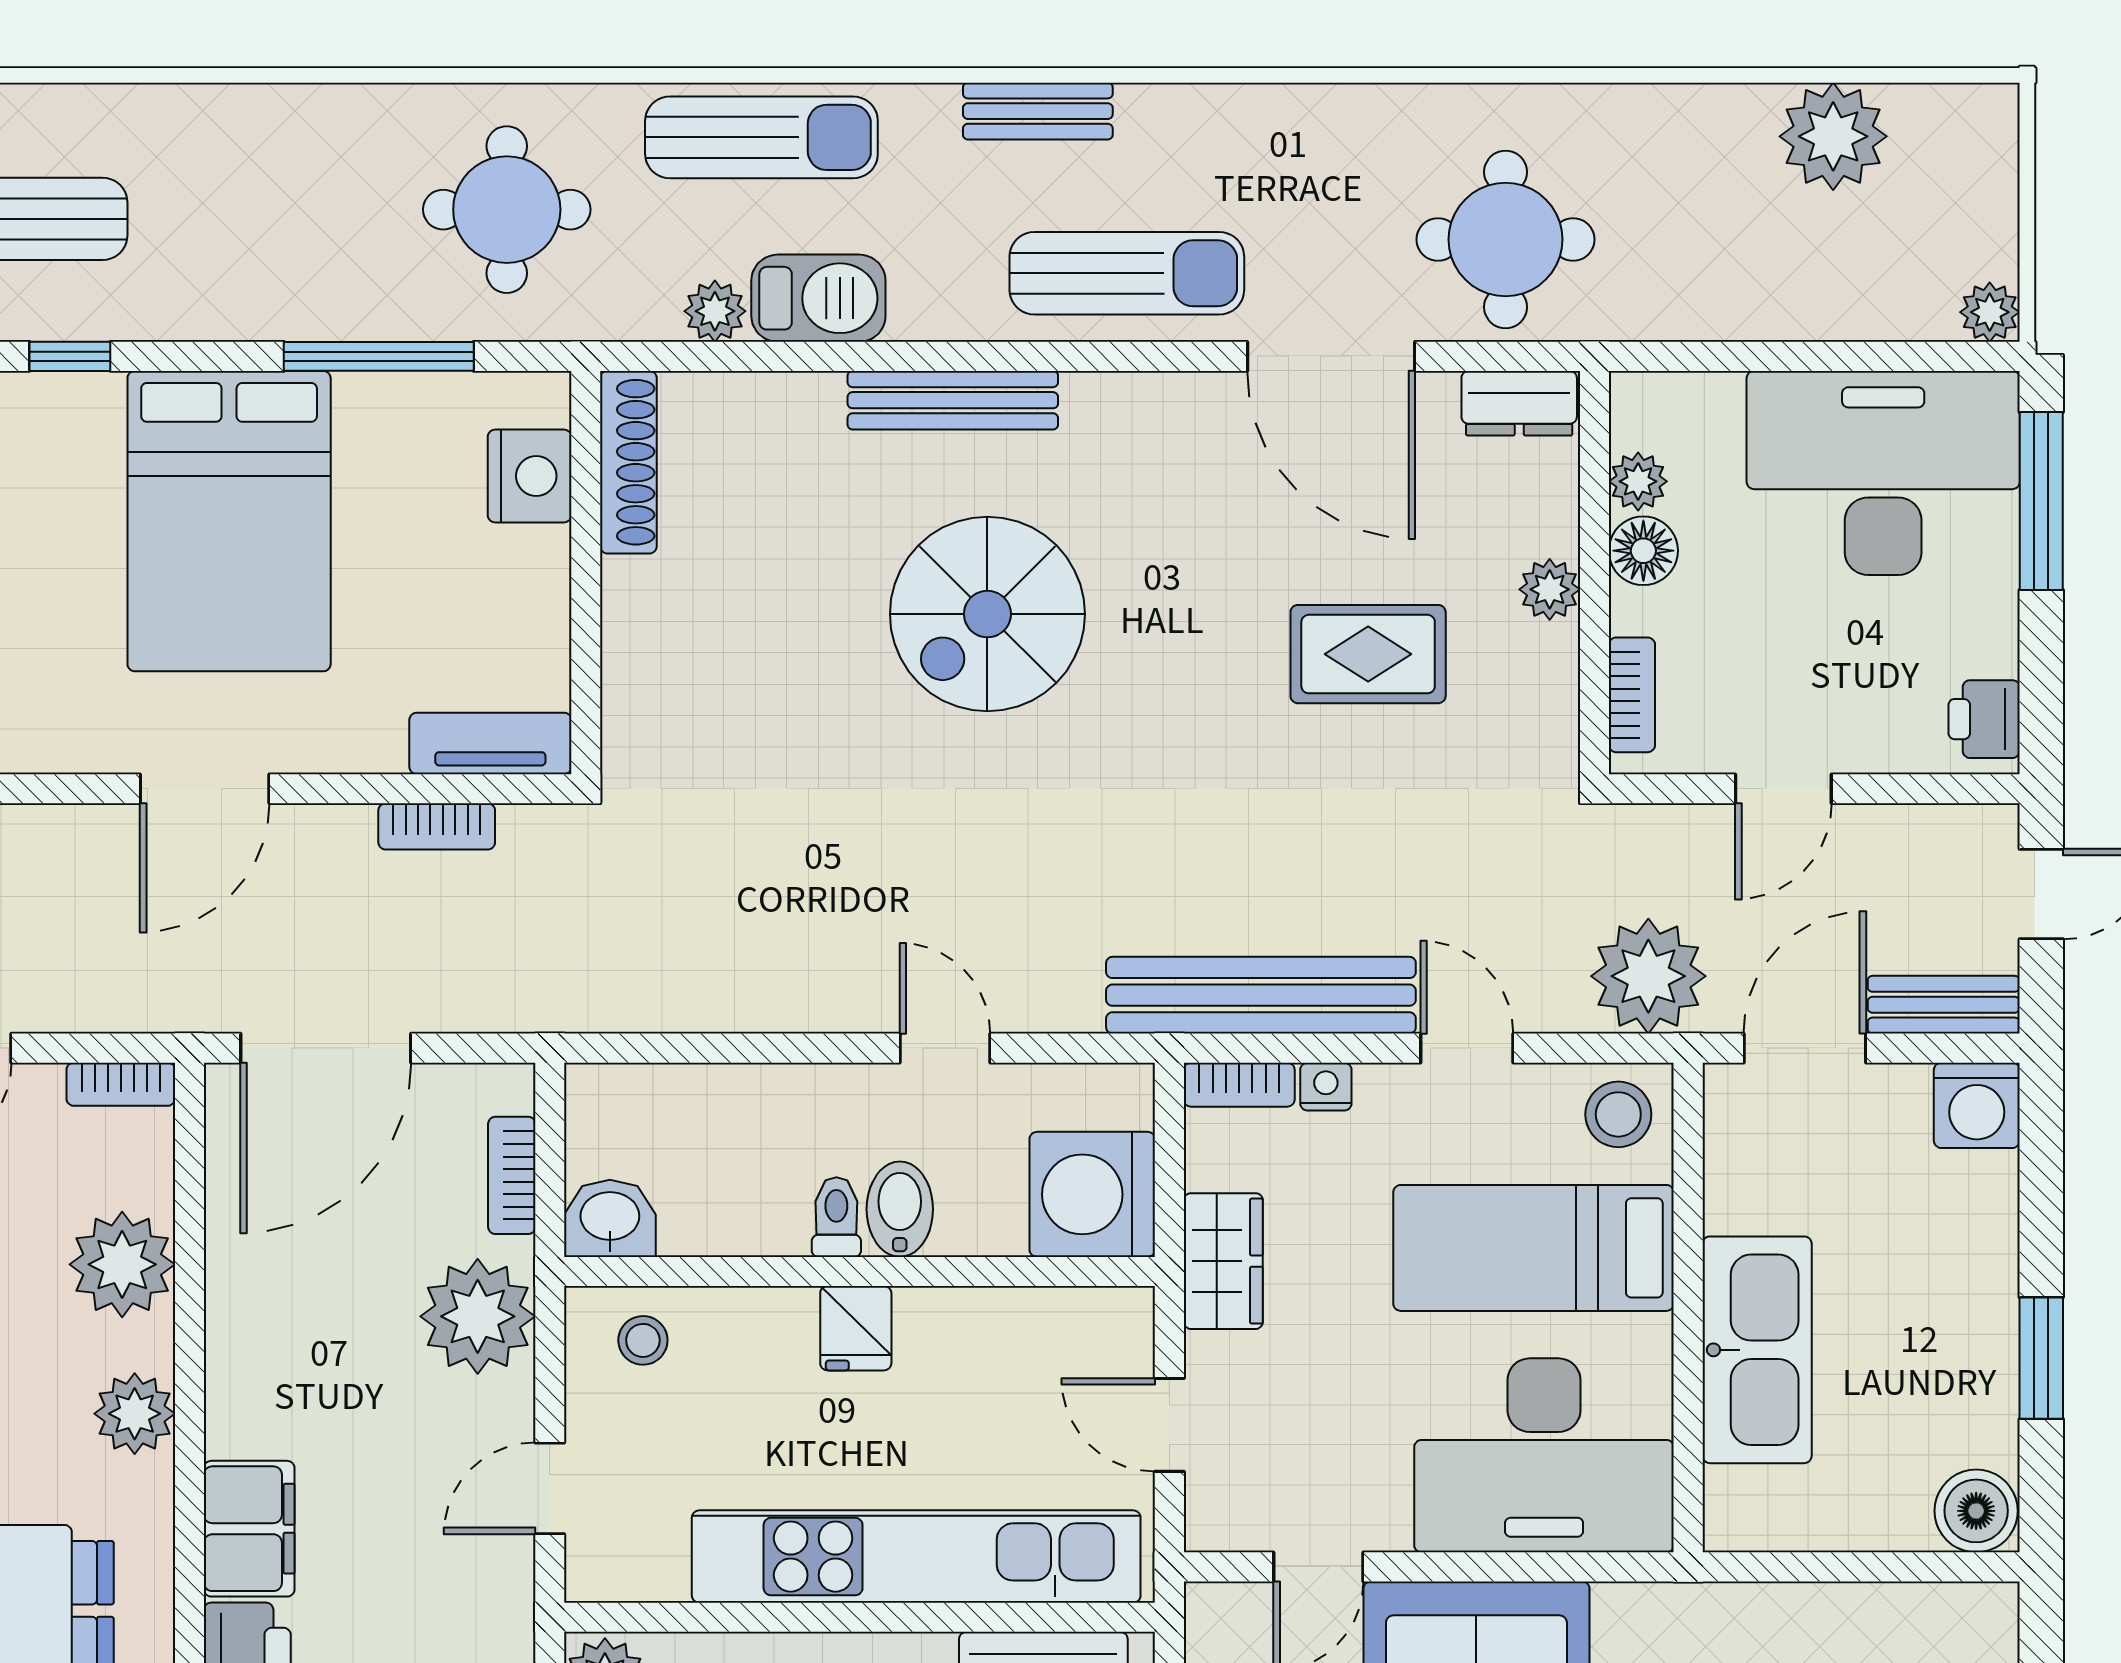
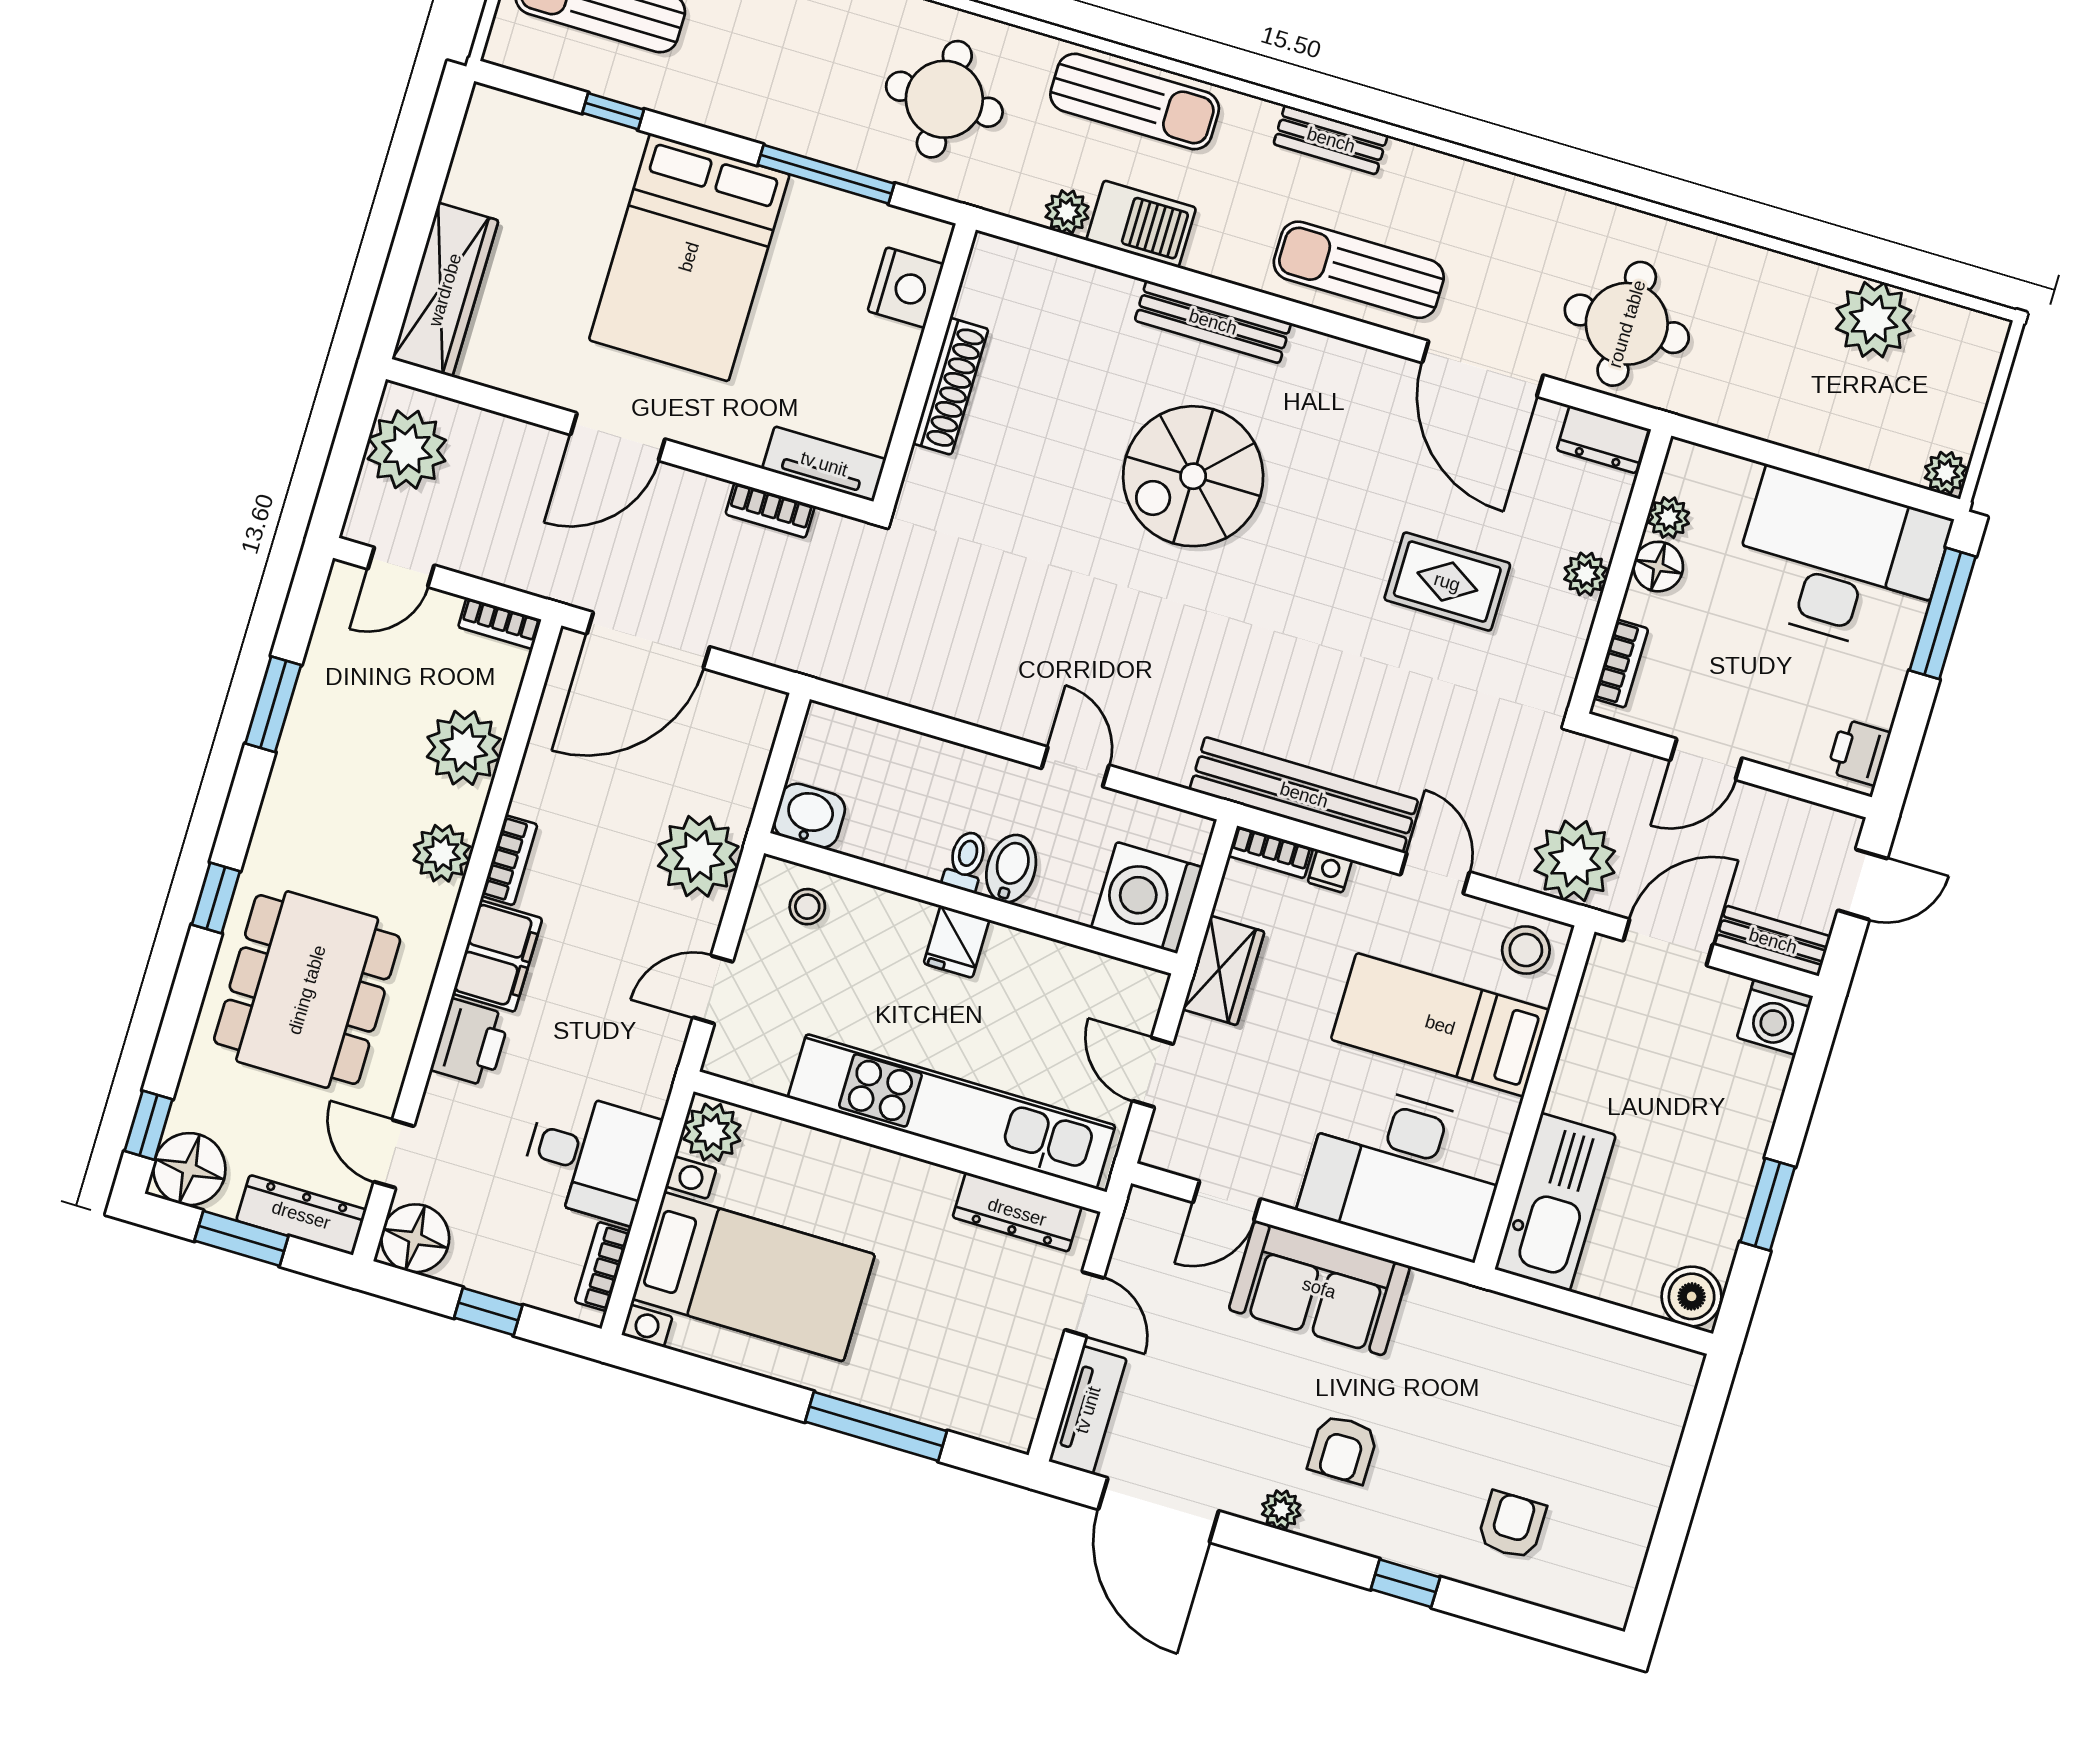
sun lounger: (1127, 273) -> (1359, 270), turned 180
shoe rack: (628, 462) -> (951, 386), moved
bookcase: (512, 1175) -> (509, 860), moved, turned 180
kitchen sink: (1757, 1350) -> (1555, 1202), moved

